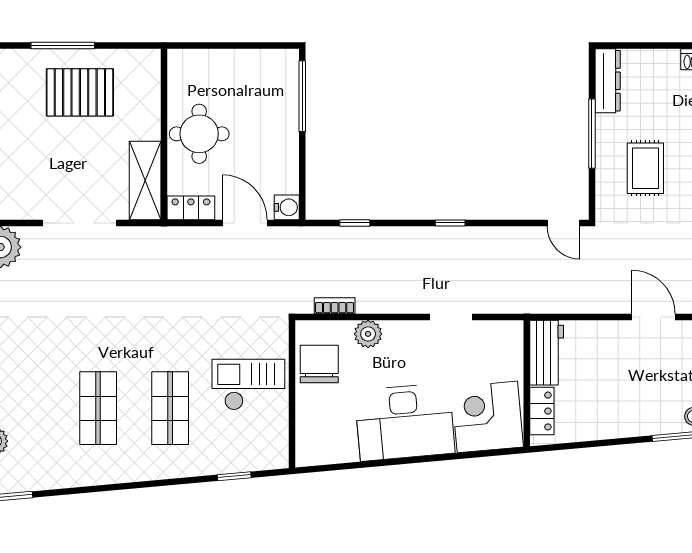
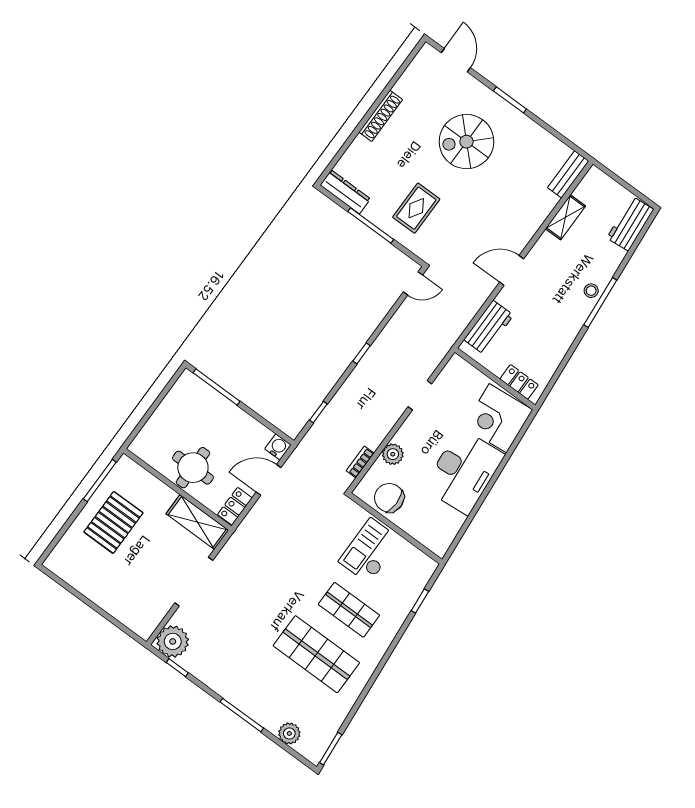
window: (63, 46) -> (100, 481), moved
rug: (645, 168) -> (416, 208), turned 90
workbench: (547, 353) -> (489, 327), moved, turned 90
shop shelf: (98, 408) -> (316, 654), width x1.43, depth x1.36

